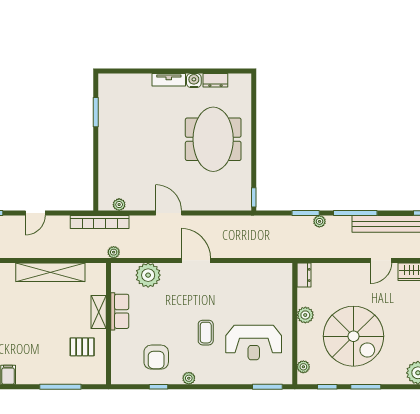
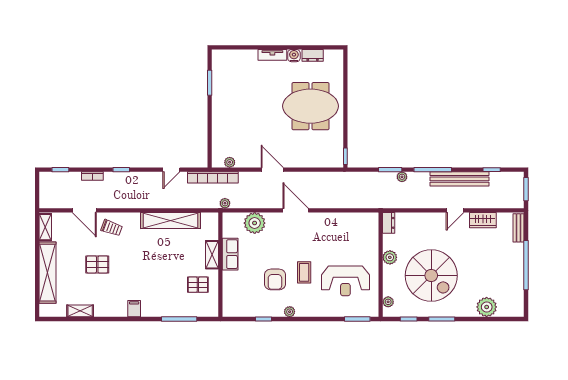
meeting table: (213, 139) -> (311, 106), turned 90
door: (35, 213) -> (171, 170), moved
armchair: (156, 357) -> (275, 279), moved

